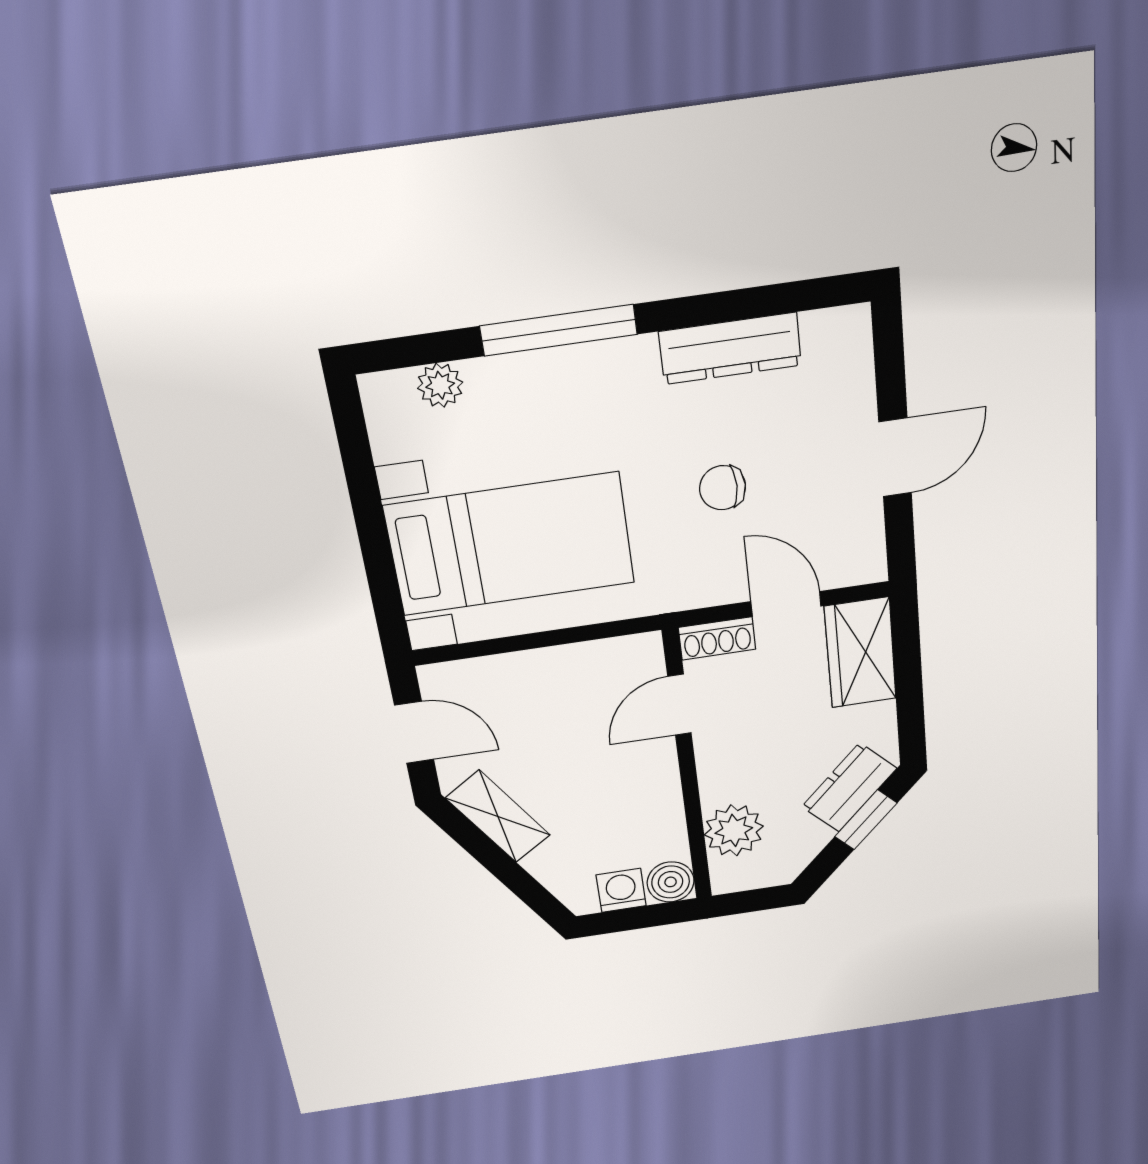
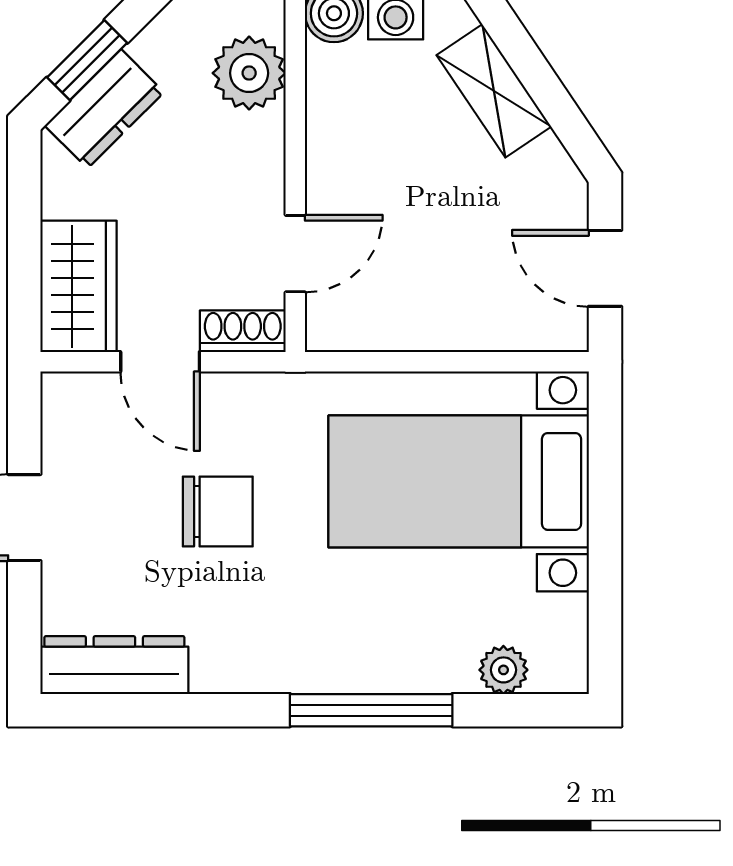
dresser: (730, 348) -> (114, 665), moved
chair: (723, 488) -> (218, 512), width x1.37, depth x1.37
shelving: (498, 816) -> (494, 91), moved

